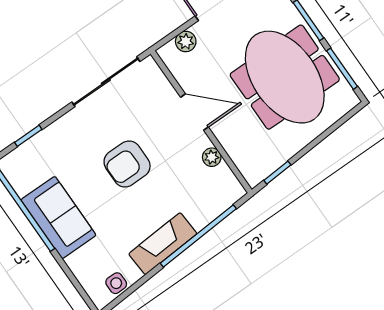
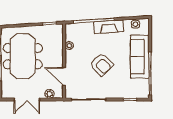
door: (194, 112) -> (64, 76), moved
armchair: (127, 164) -> (101, 64), turned 46
sofa: (58, 218) -> (140, 57), width x1.36

